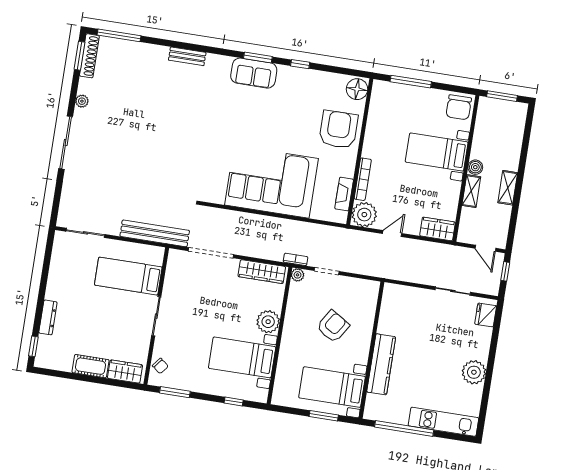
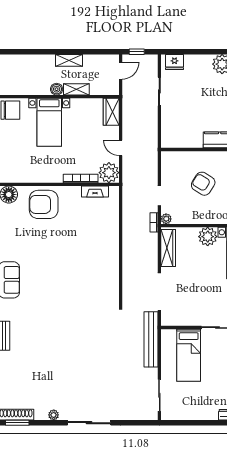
corner sofa: (271, 182) -> (94, 252), removed

